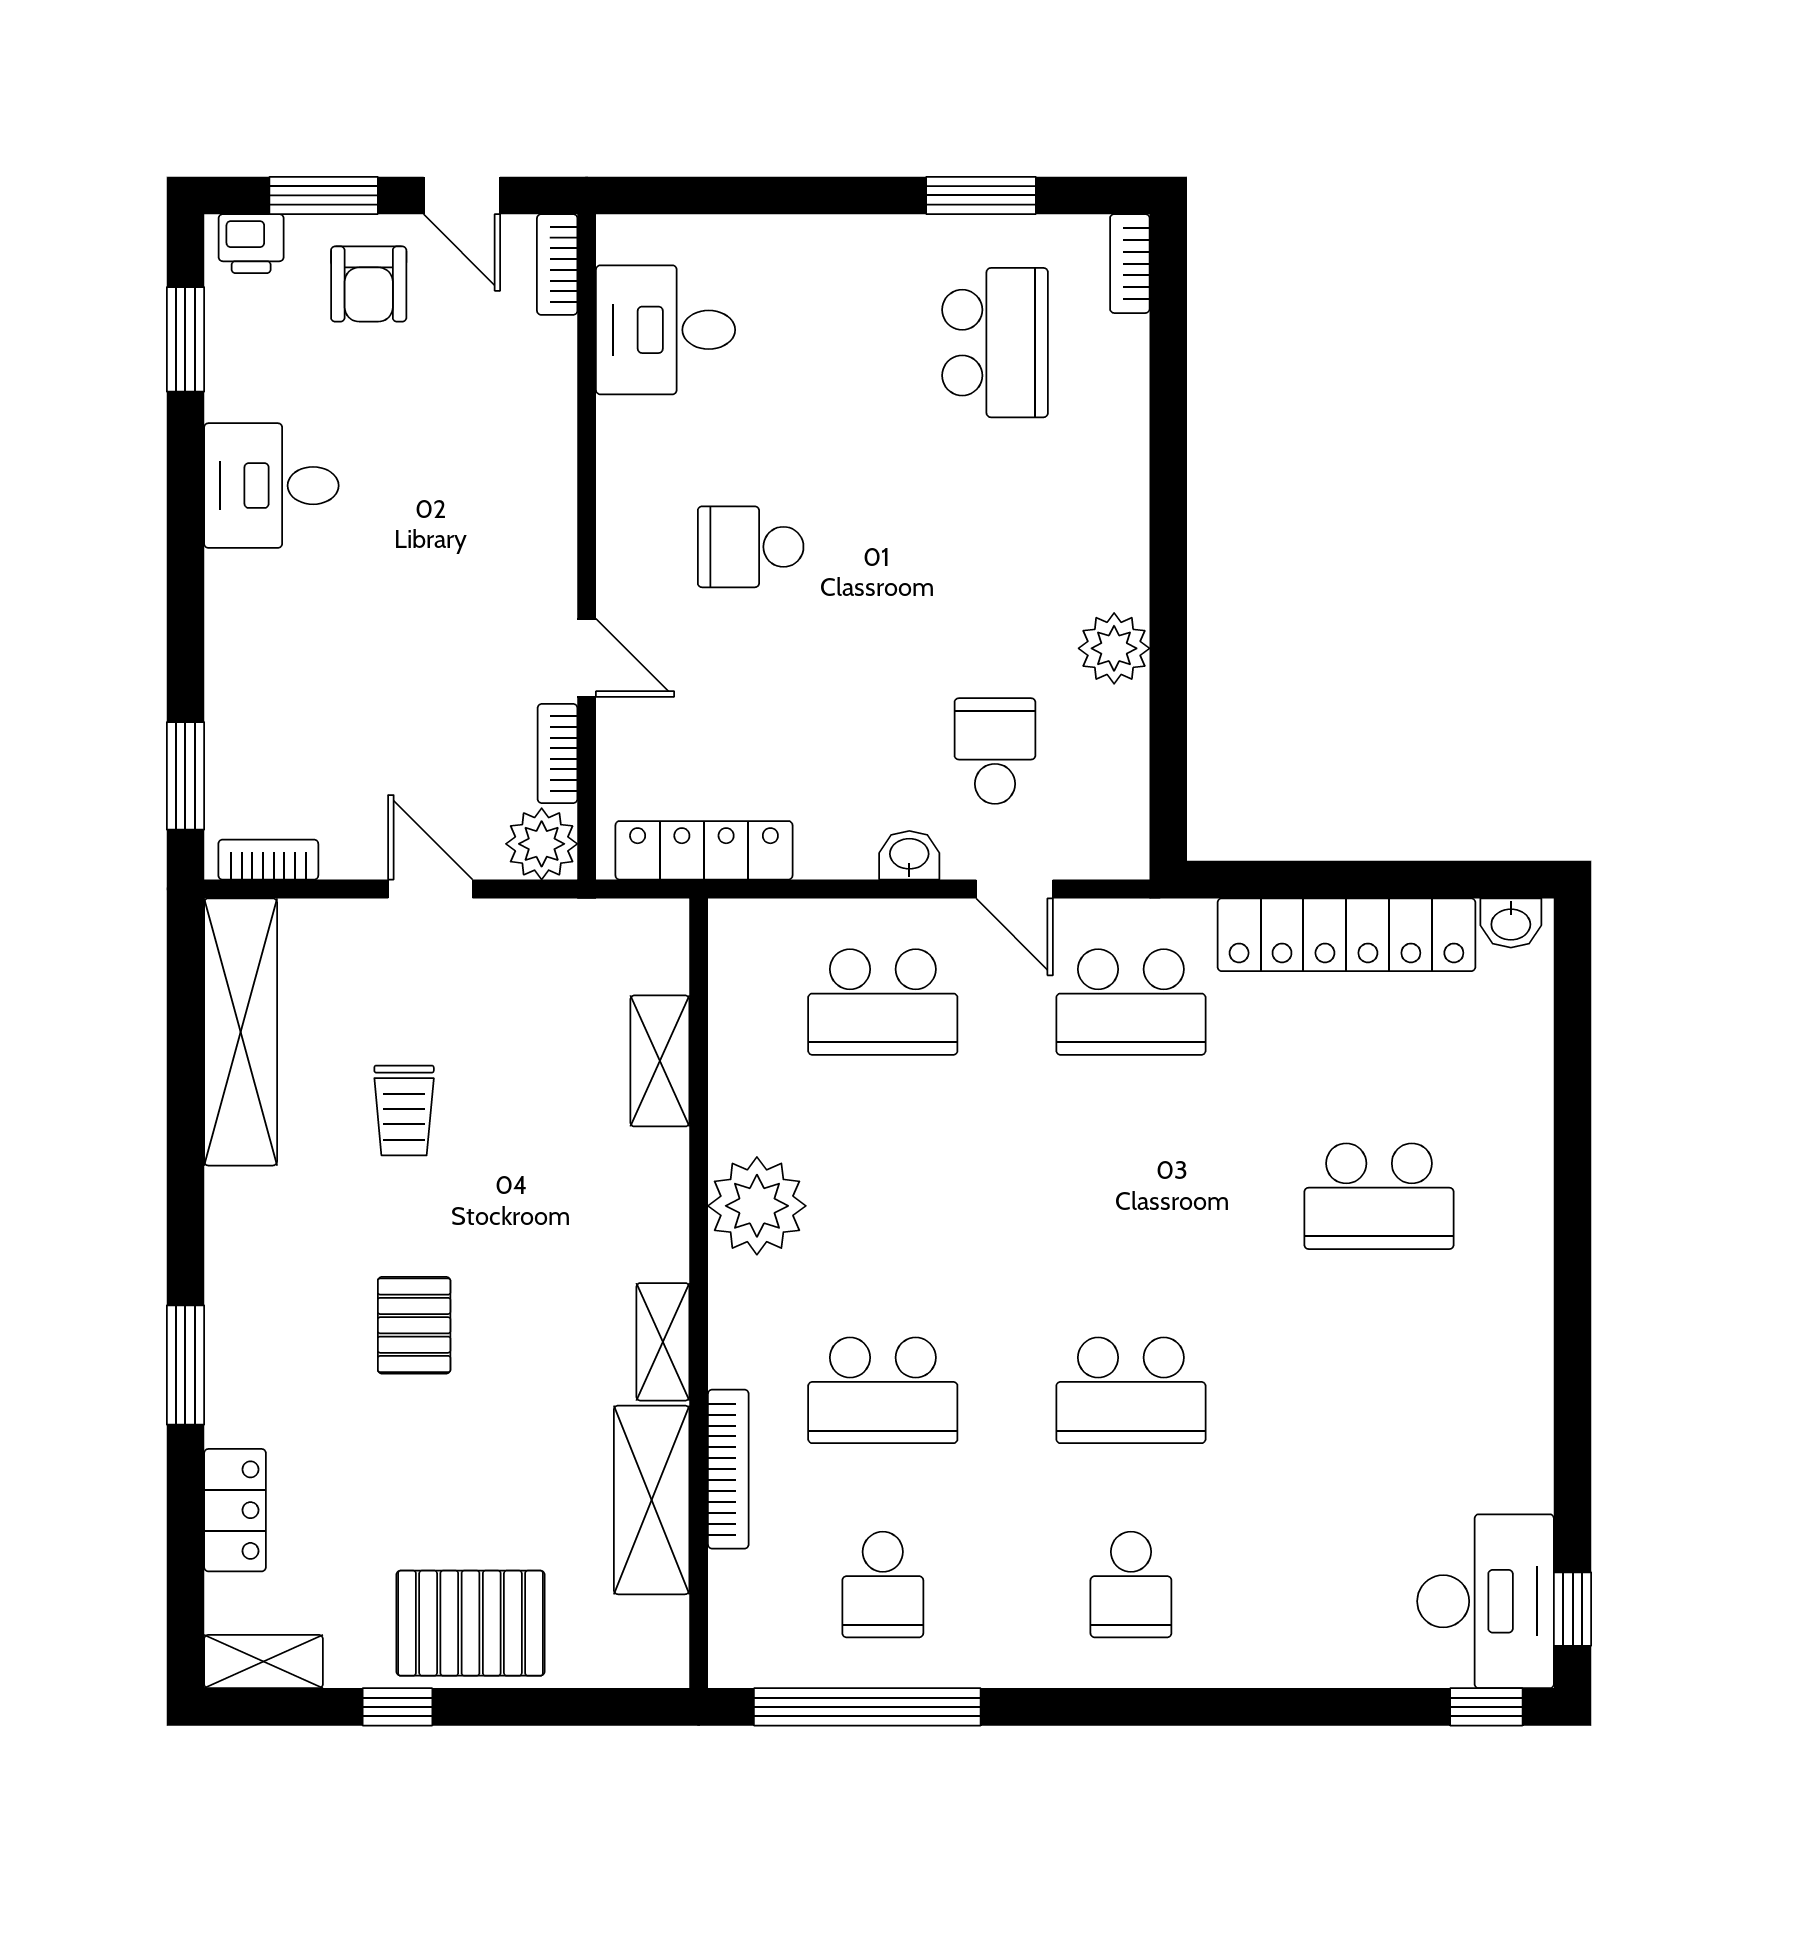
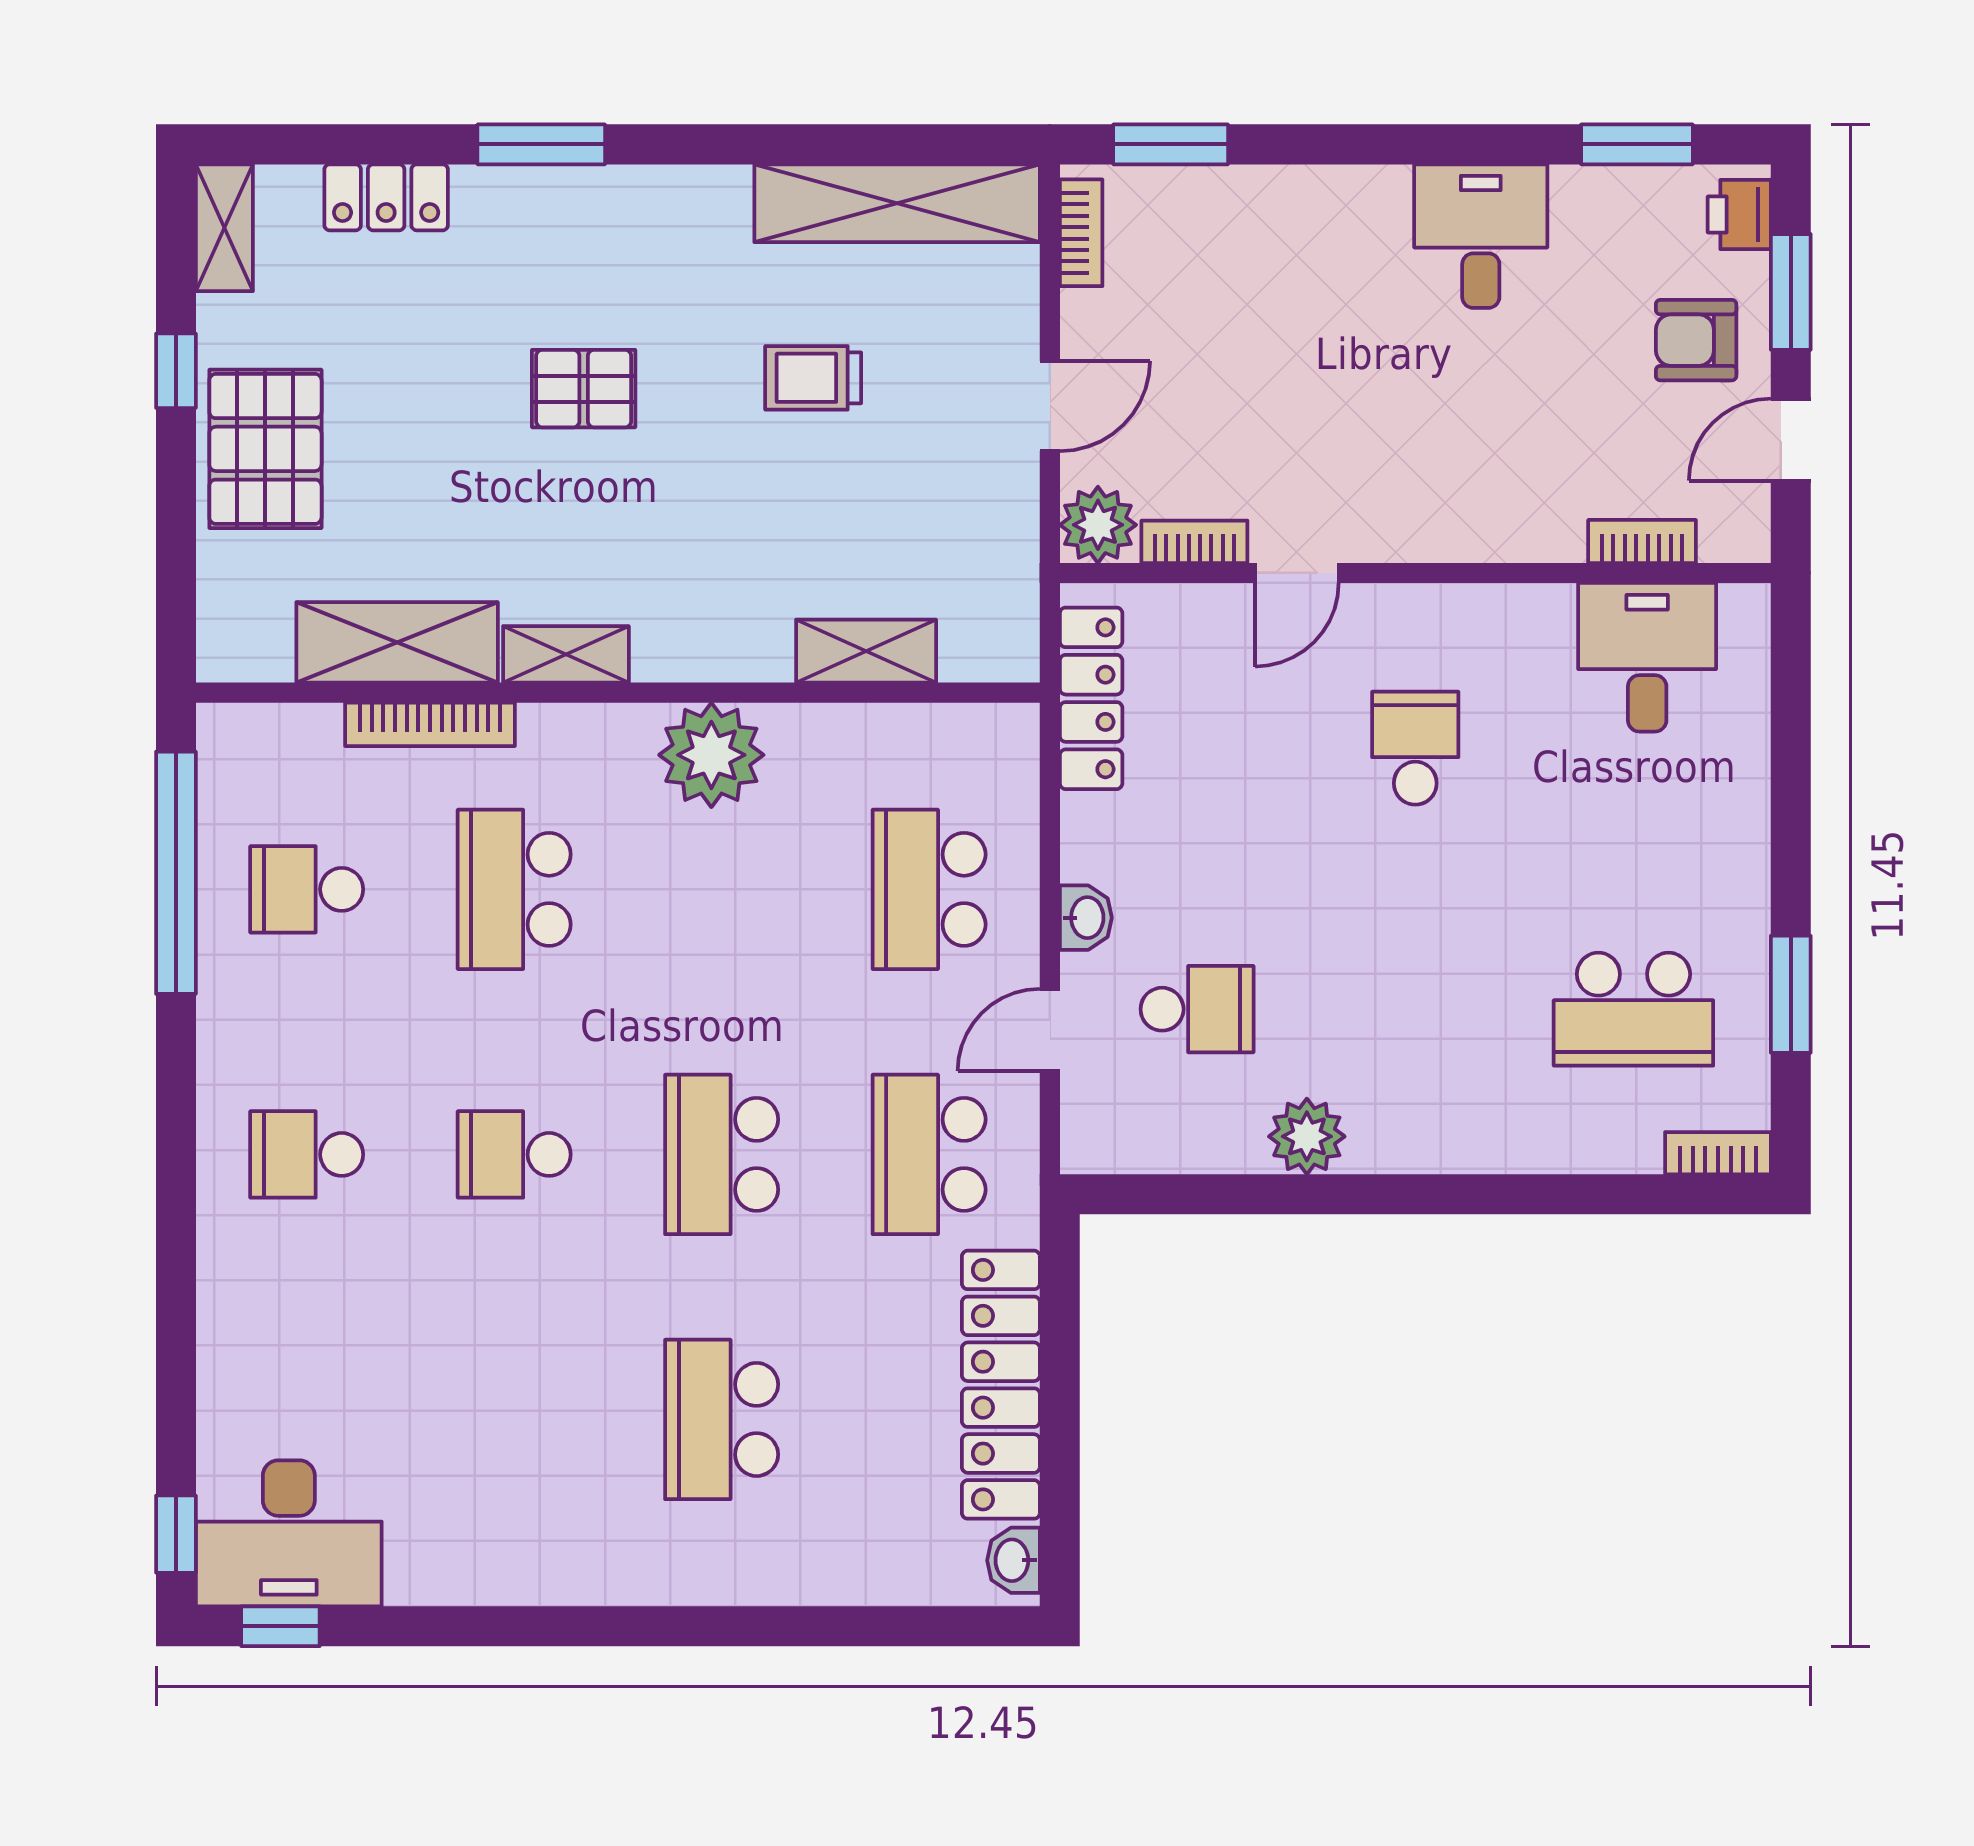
bookcase: (557, 265) -> (1642, 541), moved
school desk: (1131, 1196) -> (722, 1154), added
school desk: (1131, 1390) -> (514, 1154), width x0.54

